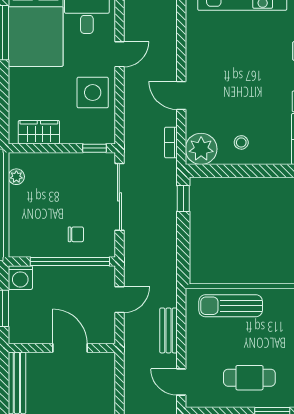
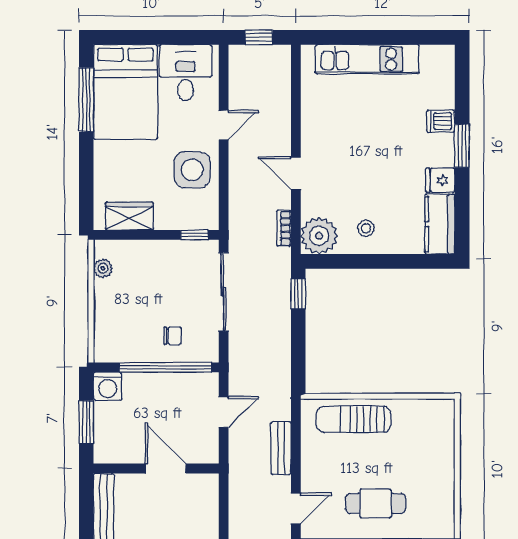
door: (181, 382) -> (296, 508), swing flipped

